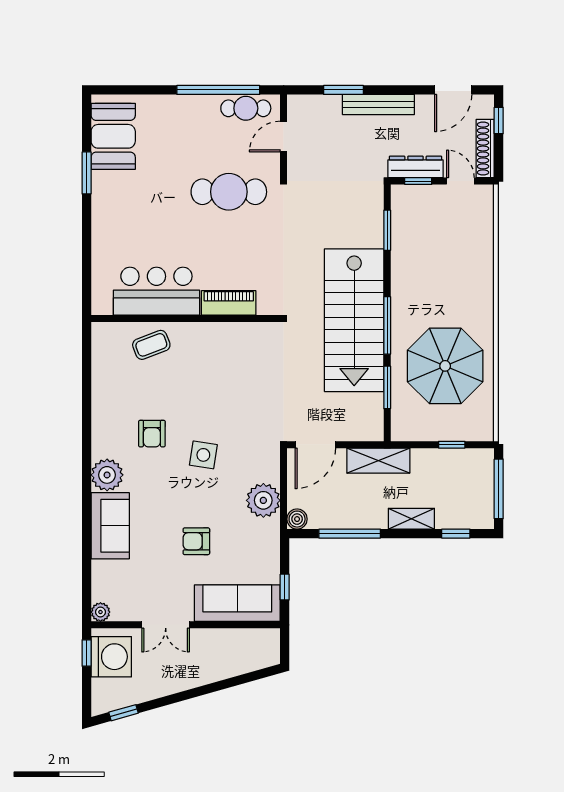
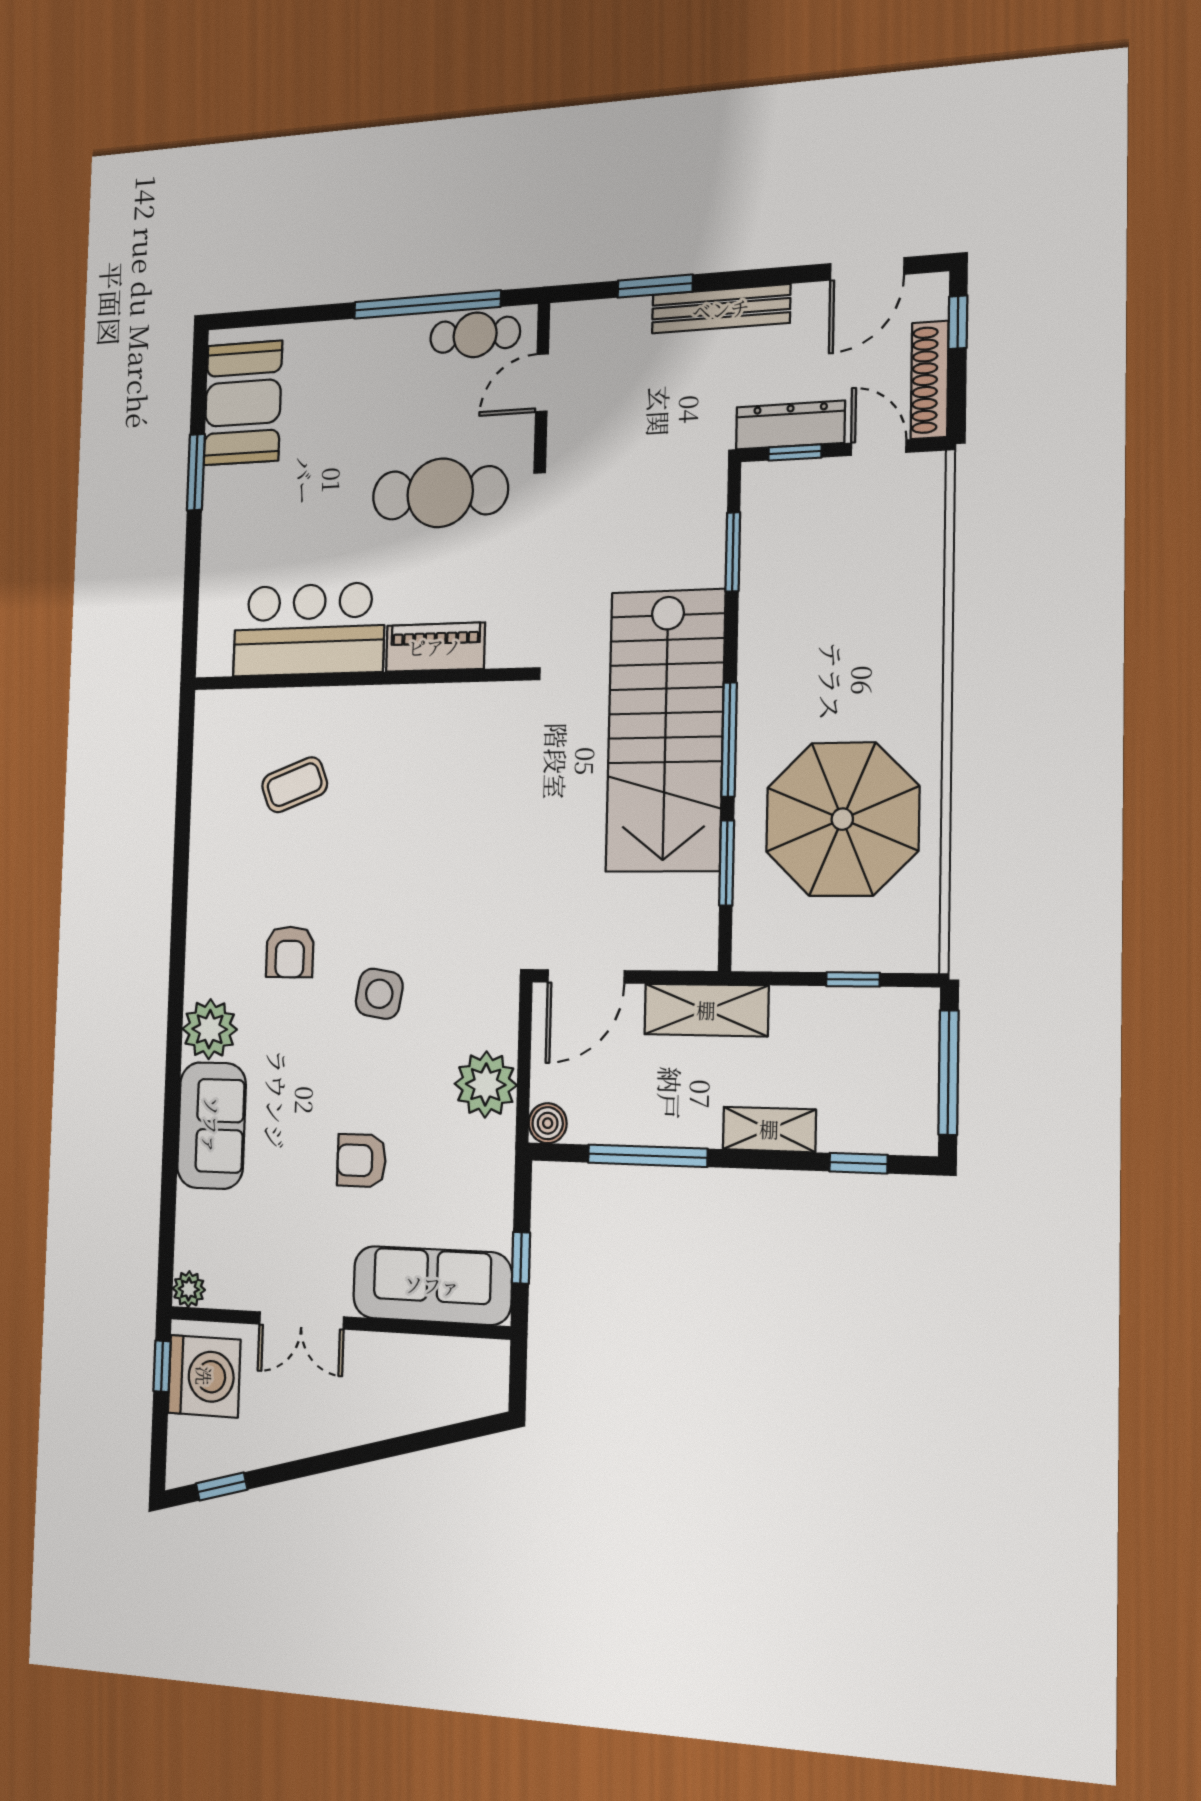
bar counter: (156, 291) -> (309, 629), moved
piano: (229, 303) -> (435, 647), moved
wall: (186, 319) -> (358, 679), moved

